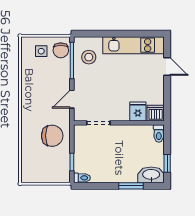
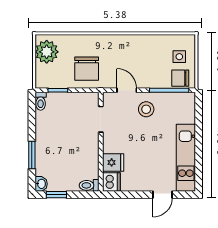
stool: (89, 57) -> (146, 109), moved
plant: (37, 172) -> (47, 52), added
washbasin: (151, 175) -> (41, 184), width x0.52, depth x0.69

